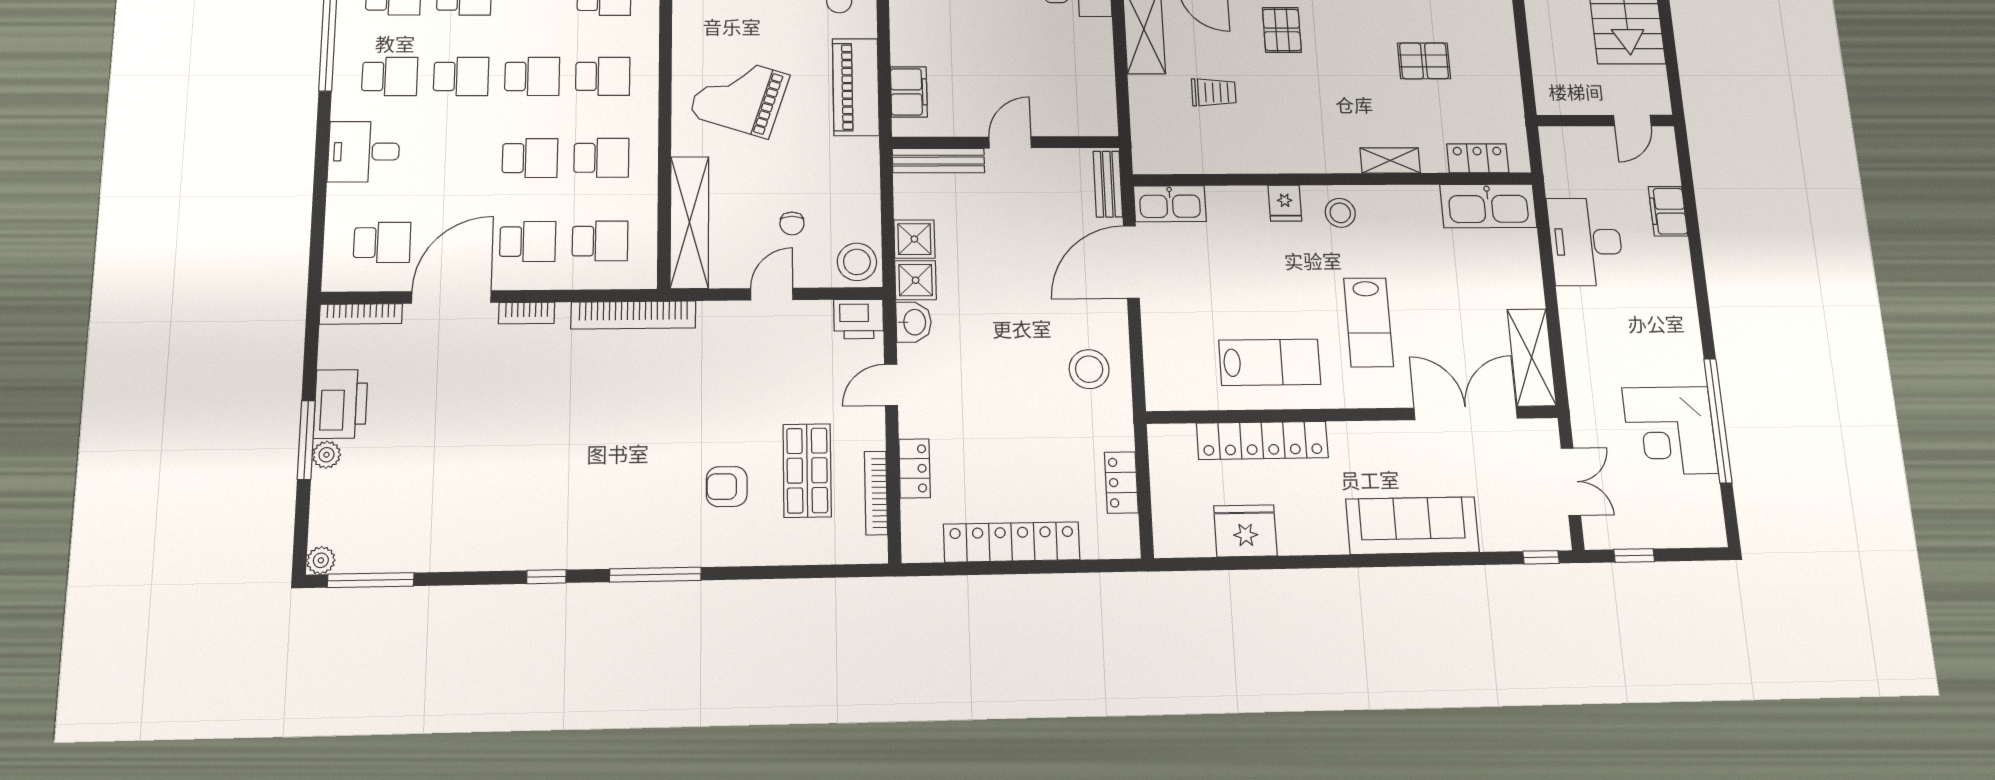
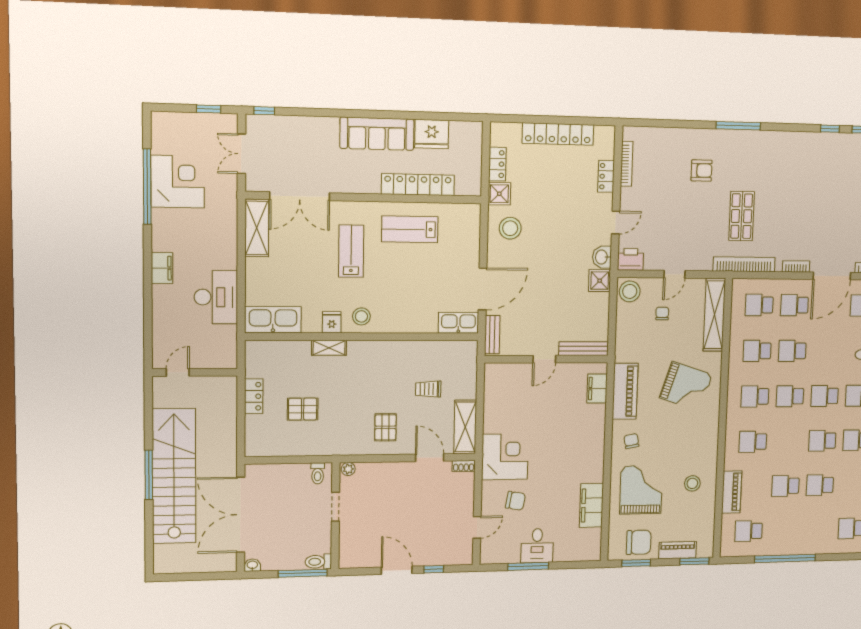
locker: (1478, 158) -> (254, 396), moved, turned -90
fridge: (1285, 203) -> (332, 322), moved
filing cabinet: (1668, 211) -> (162, 268), moved
shower: (914, 239) -> (499, 194), moved
shop shelf: (807, 470) -> (742, 216), moved
sofa: (1412, 526) -> (377, 134), moved
window: (546, 577) -> (830, 129), moved

